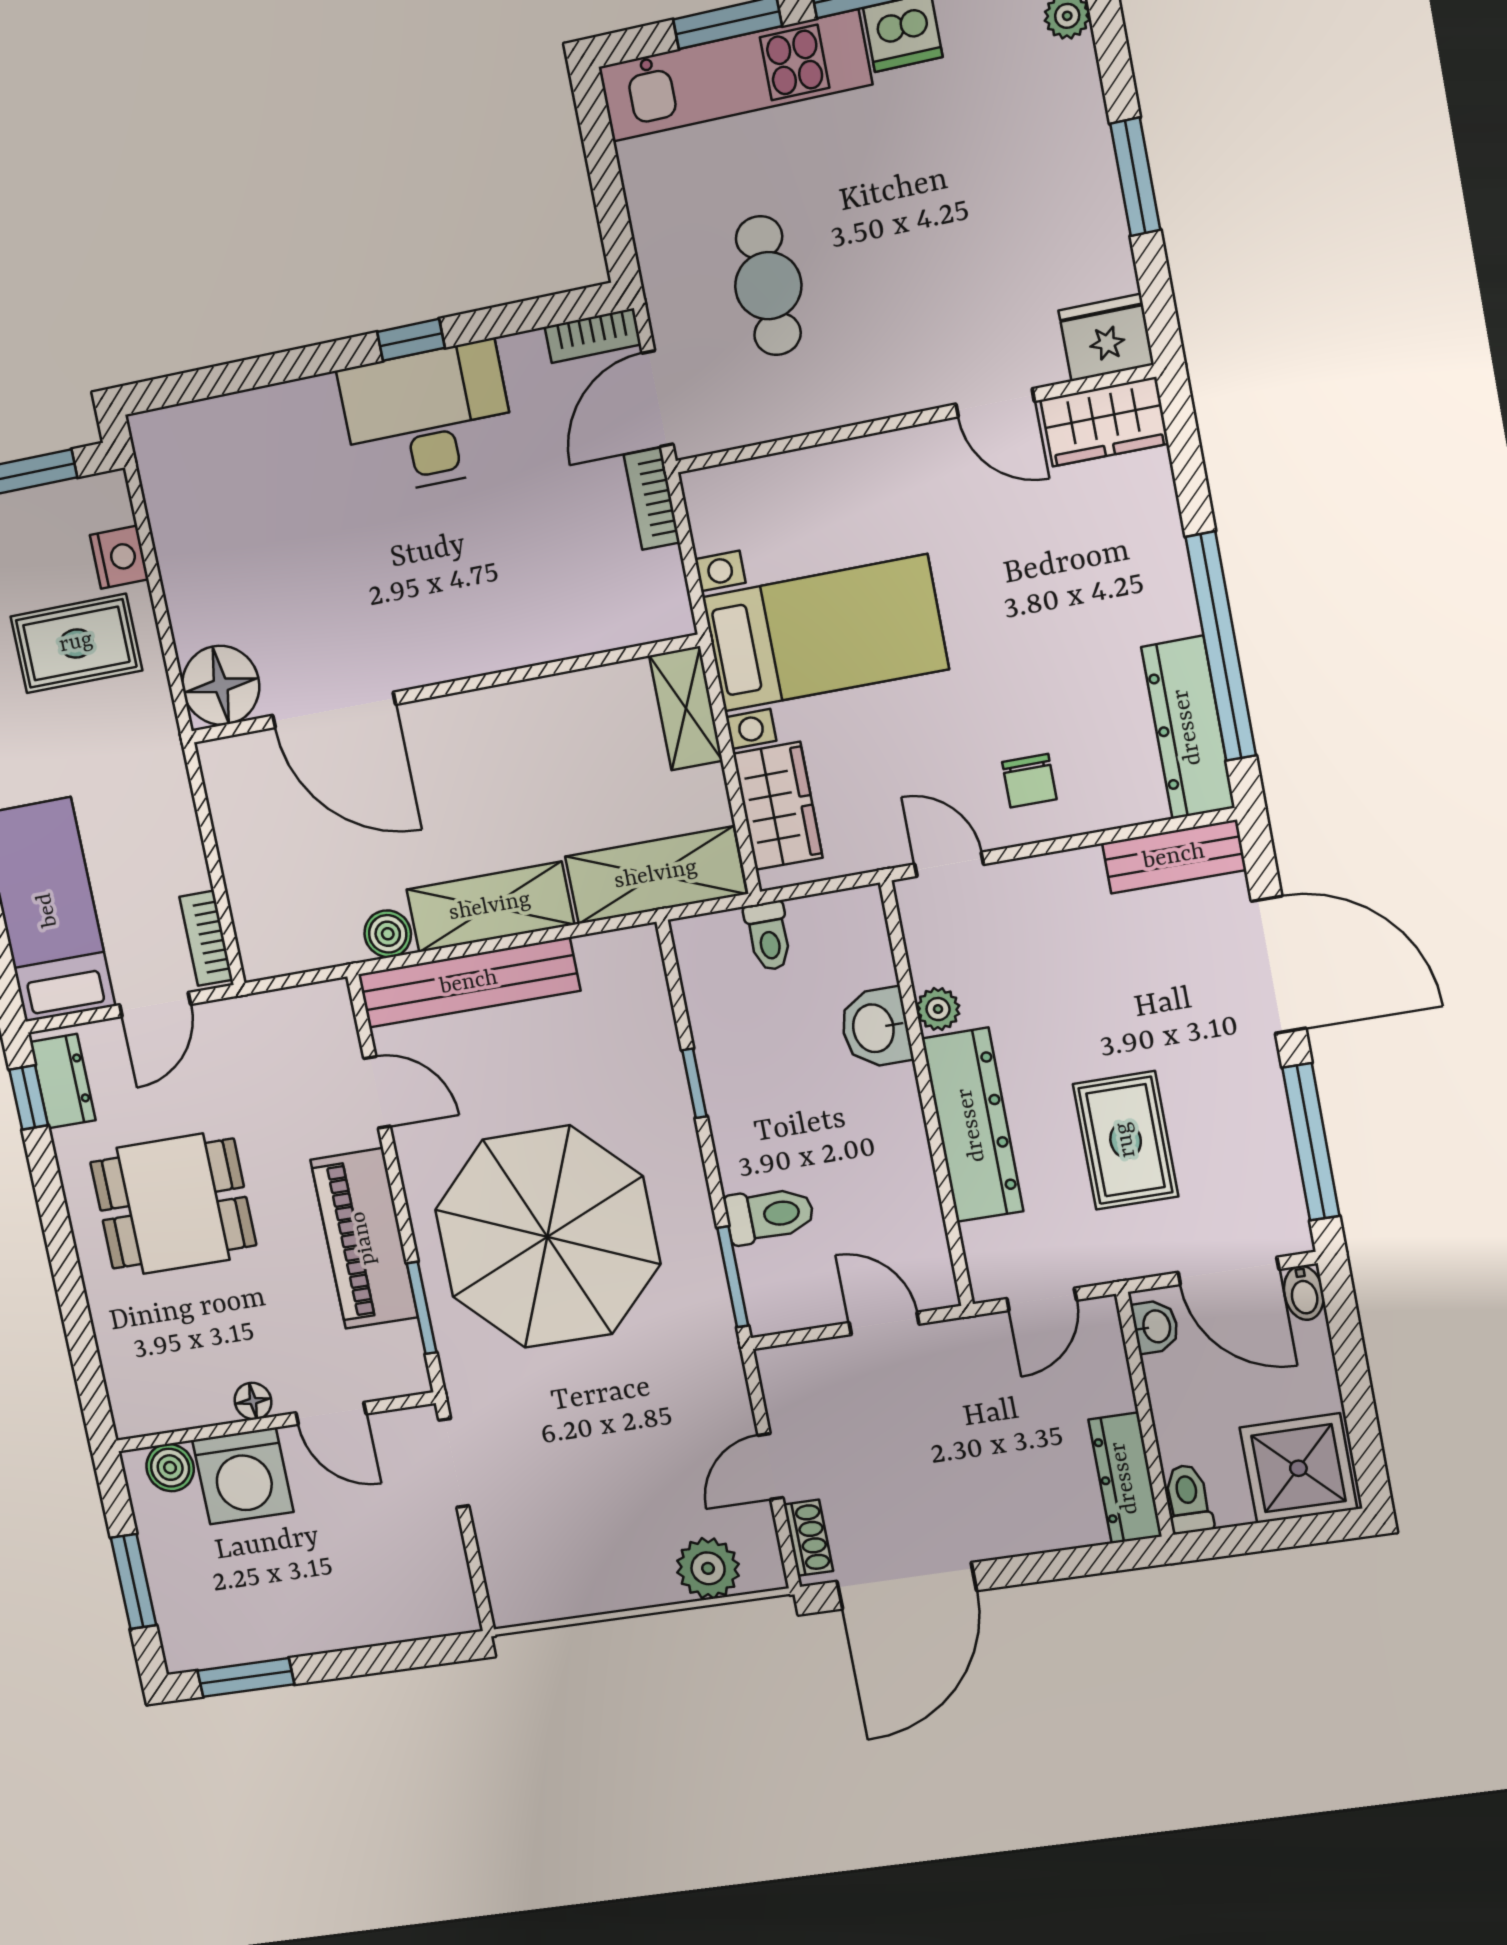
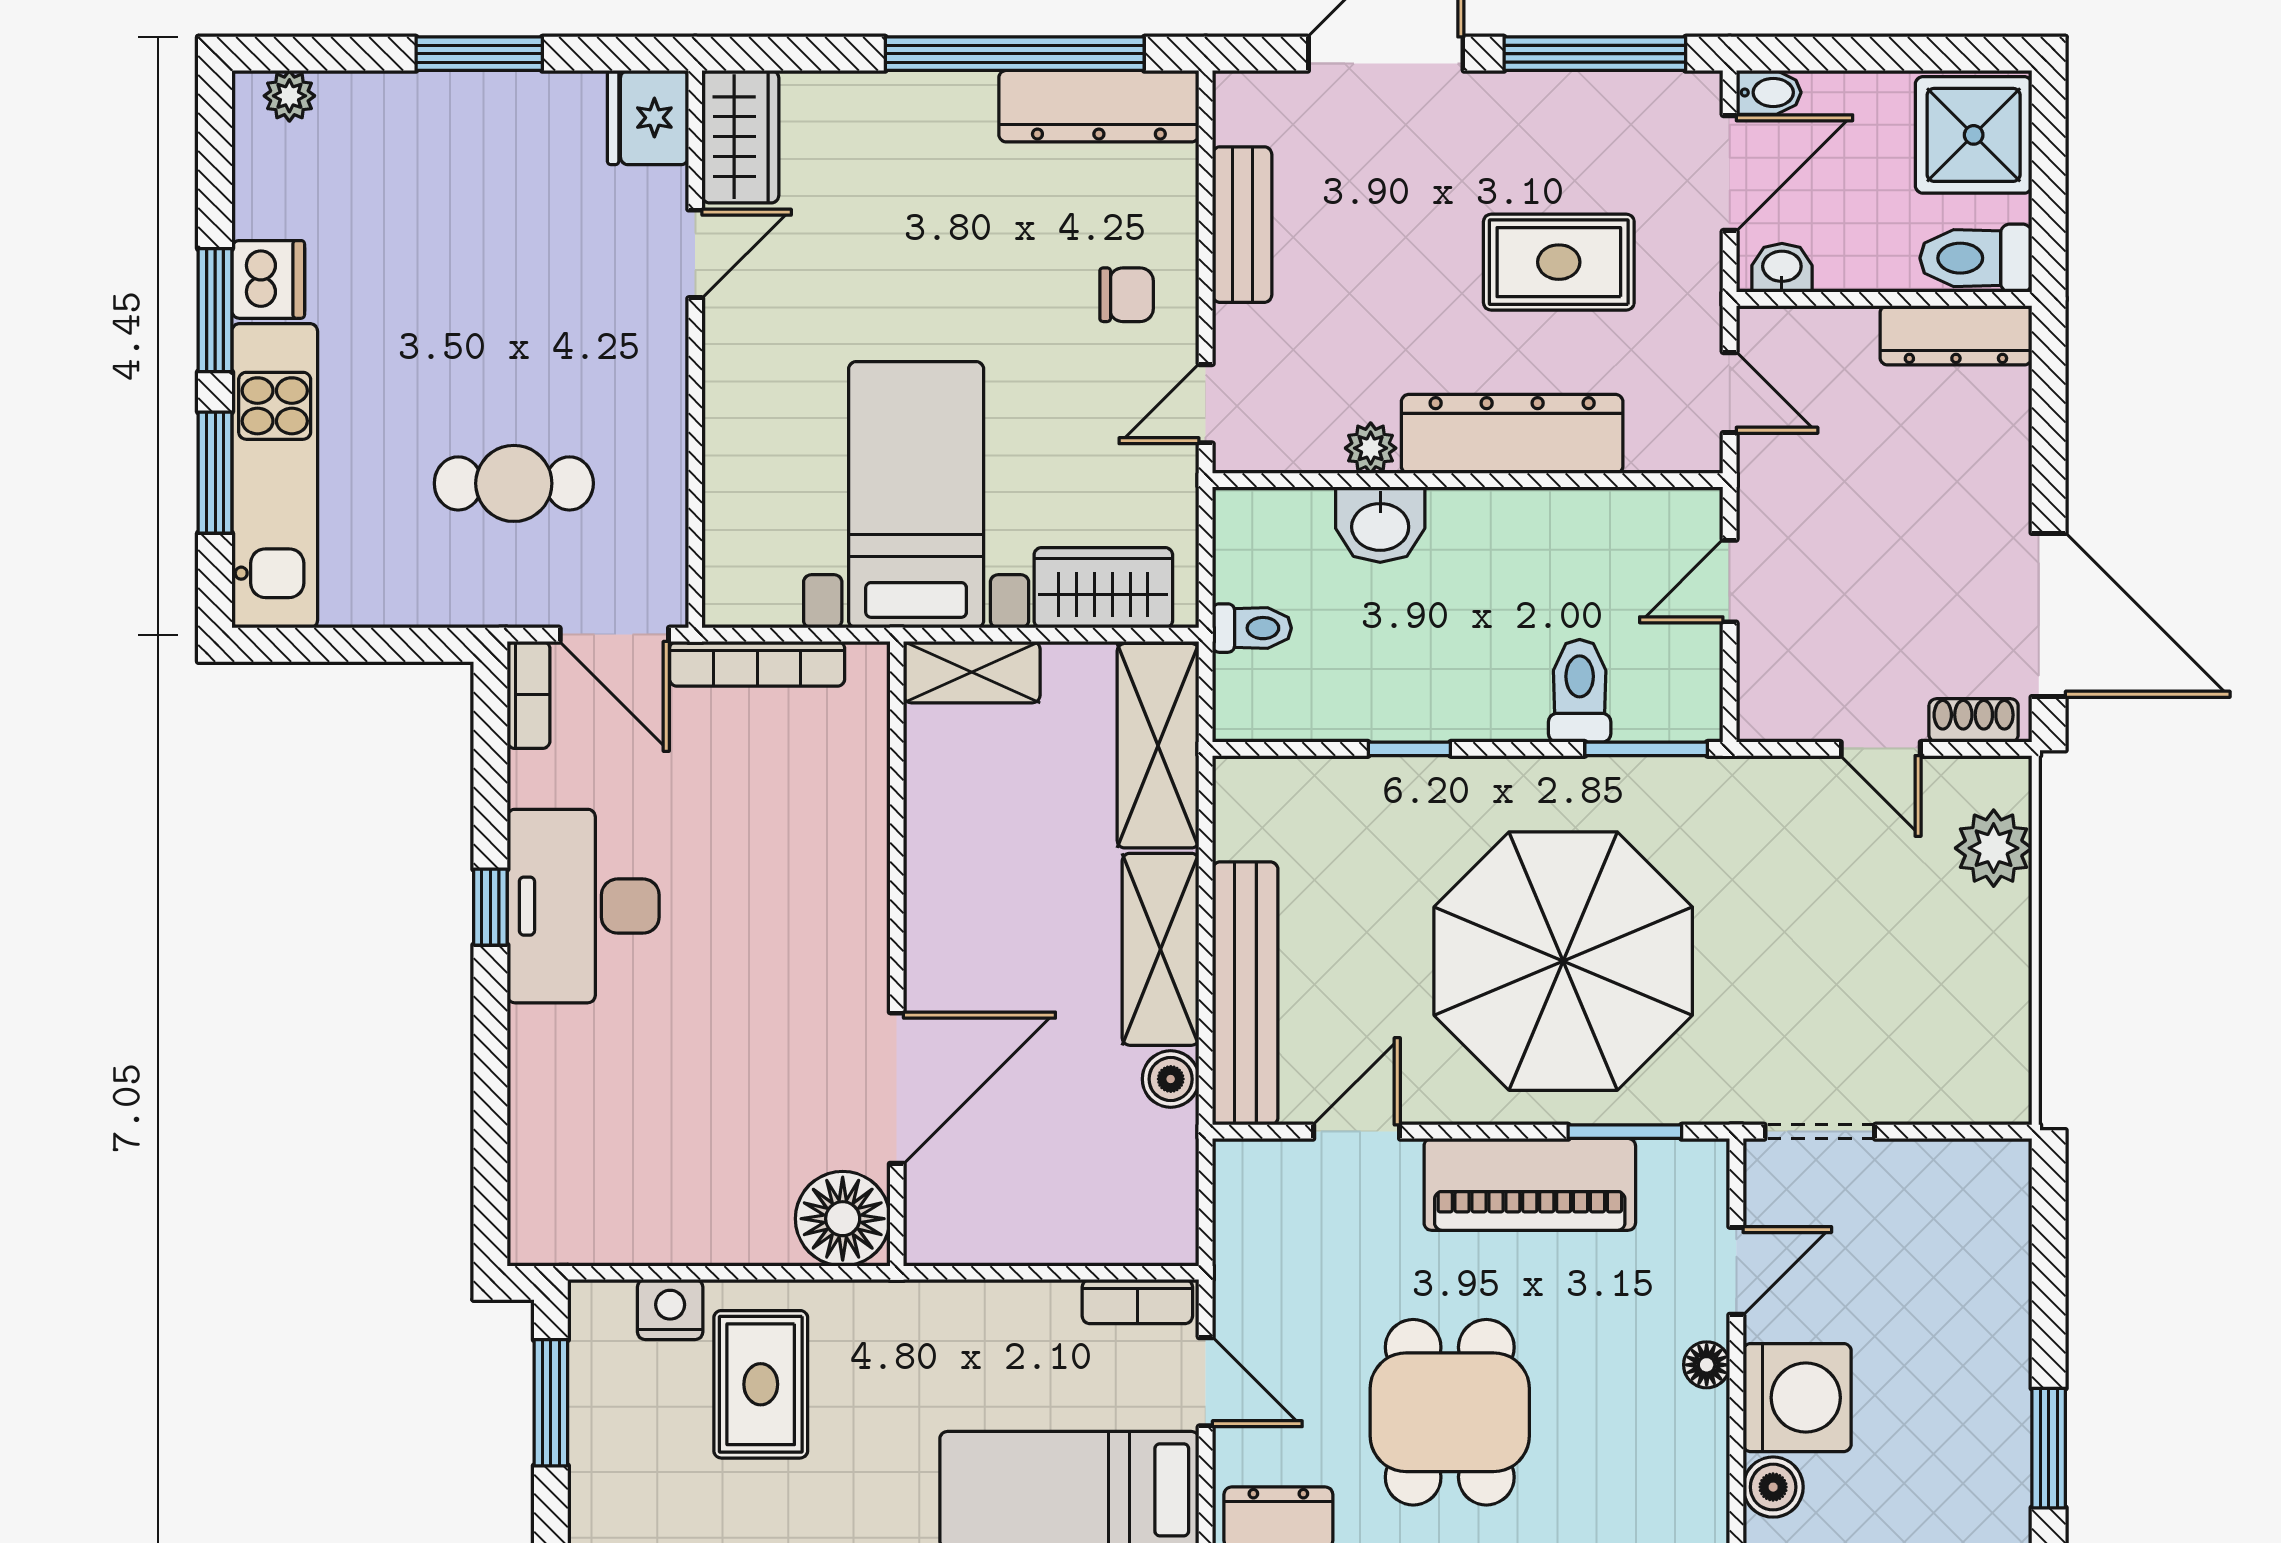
bookcase: (652, 499) -> (757, 664), width x1.56
bench: (1174, 857) -> (1242, 225), moved
toilet: (1188, 1499) -> (1976, 258), width x1.37, depth x1.39

